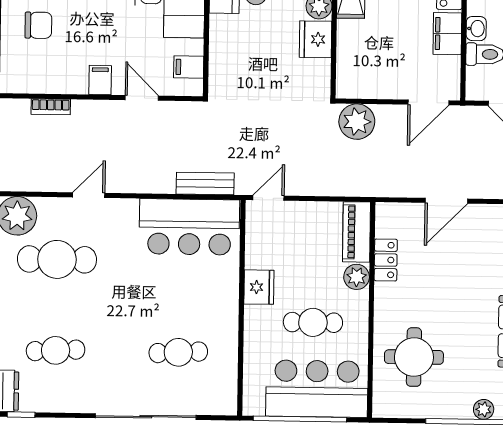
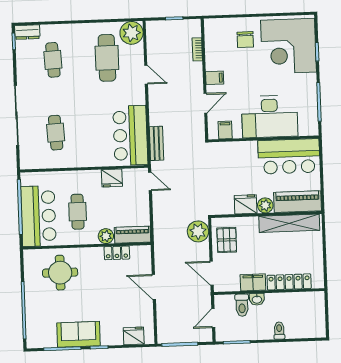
pallet: (374, 74) -> (227, 240), added
fridge: (259, 287) -> (112, 178), moved
plant: (484, 409) -> (31, 316), removed

